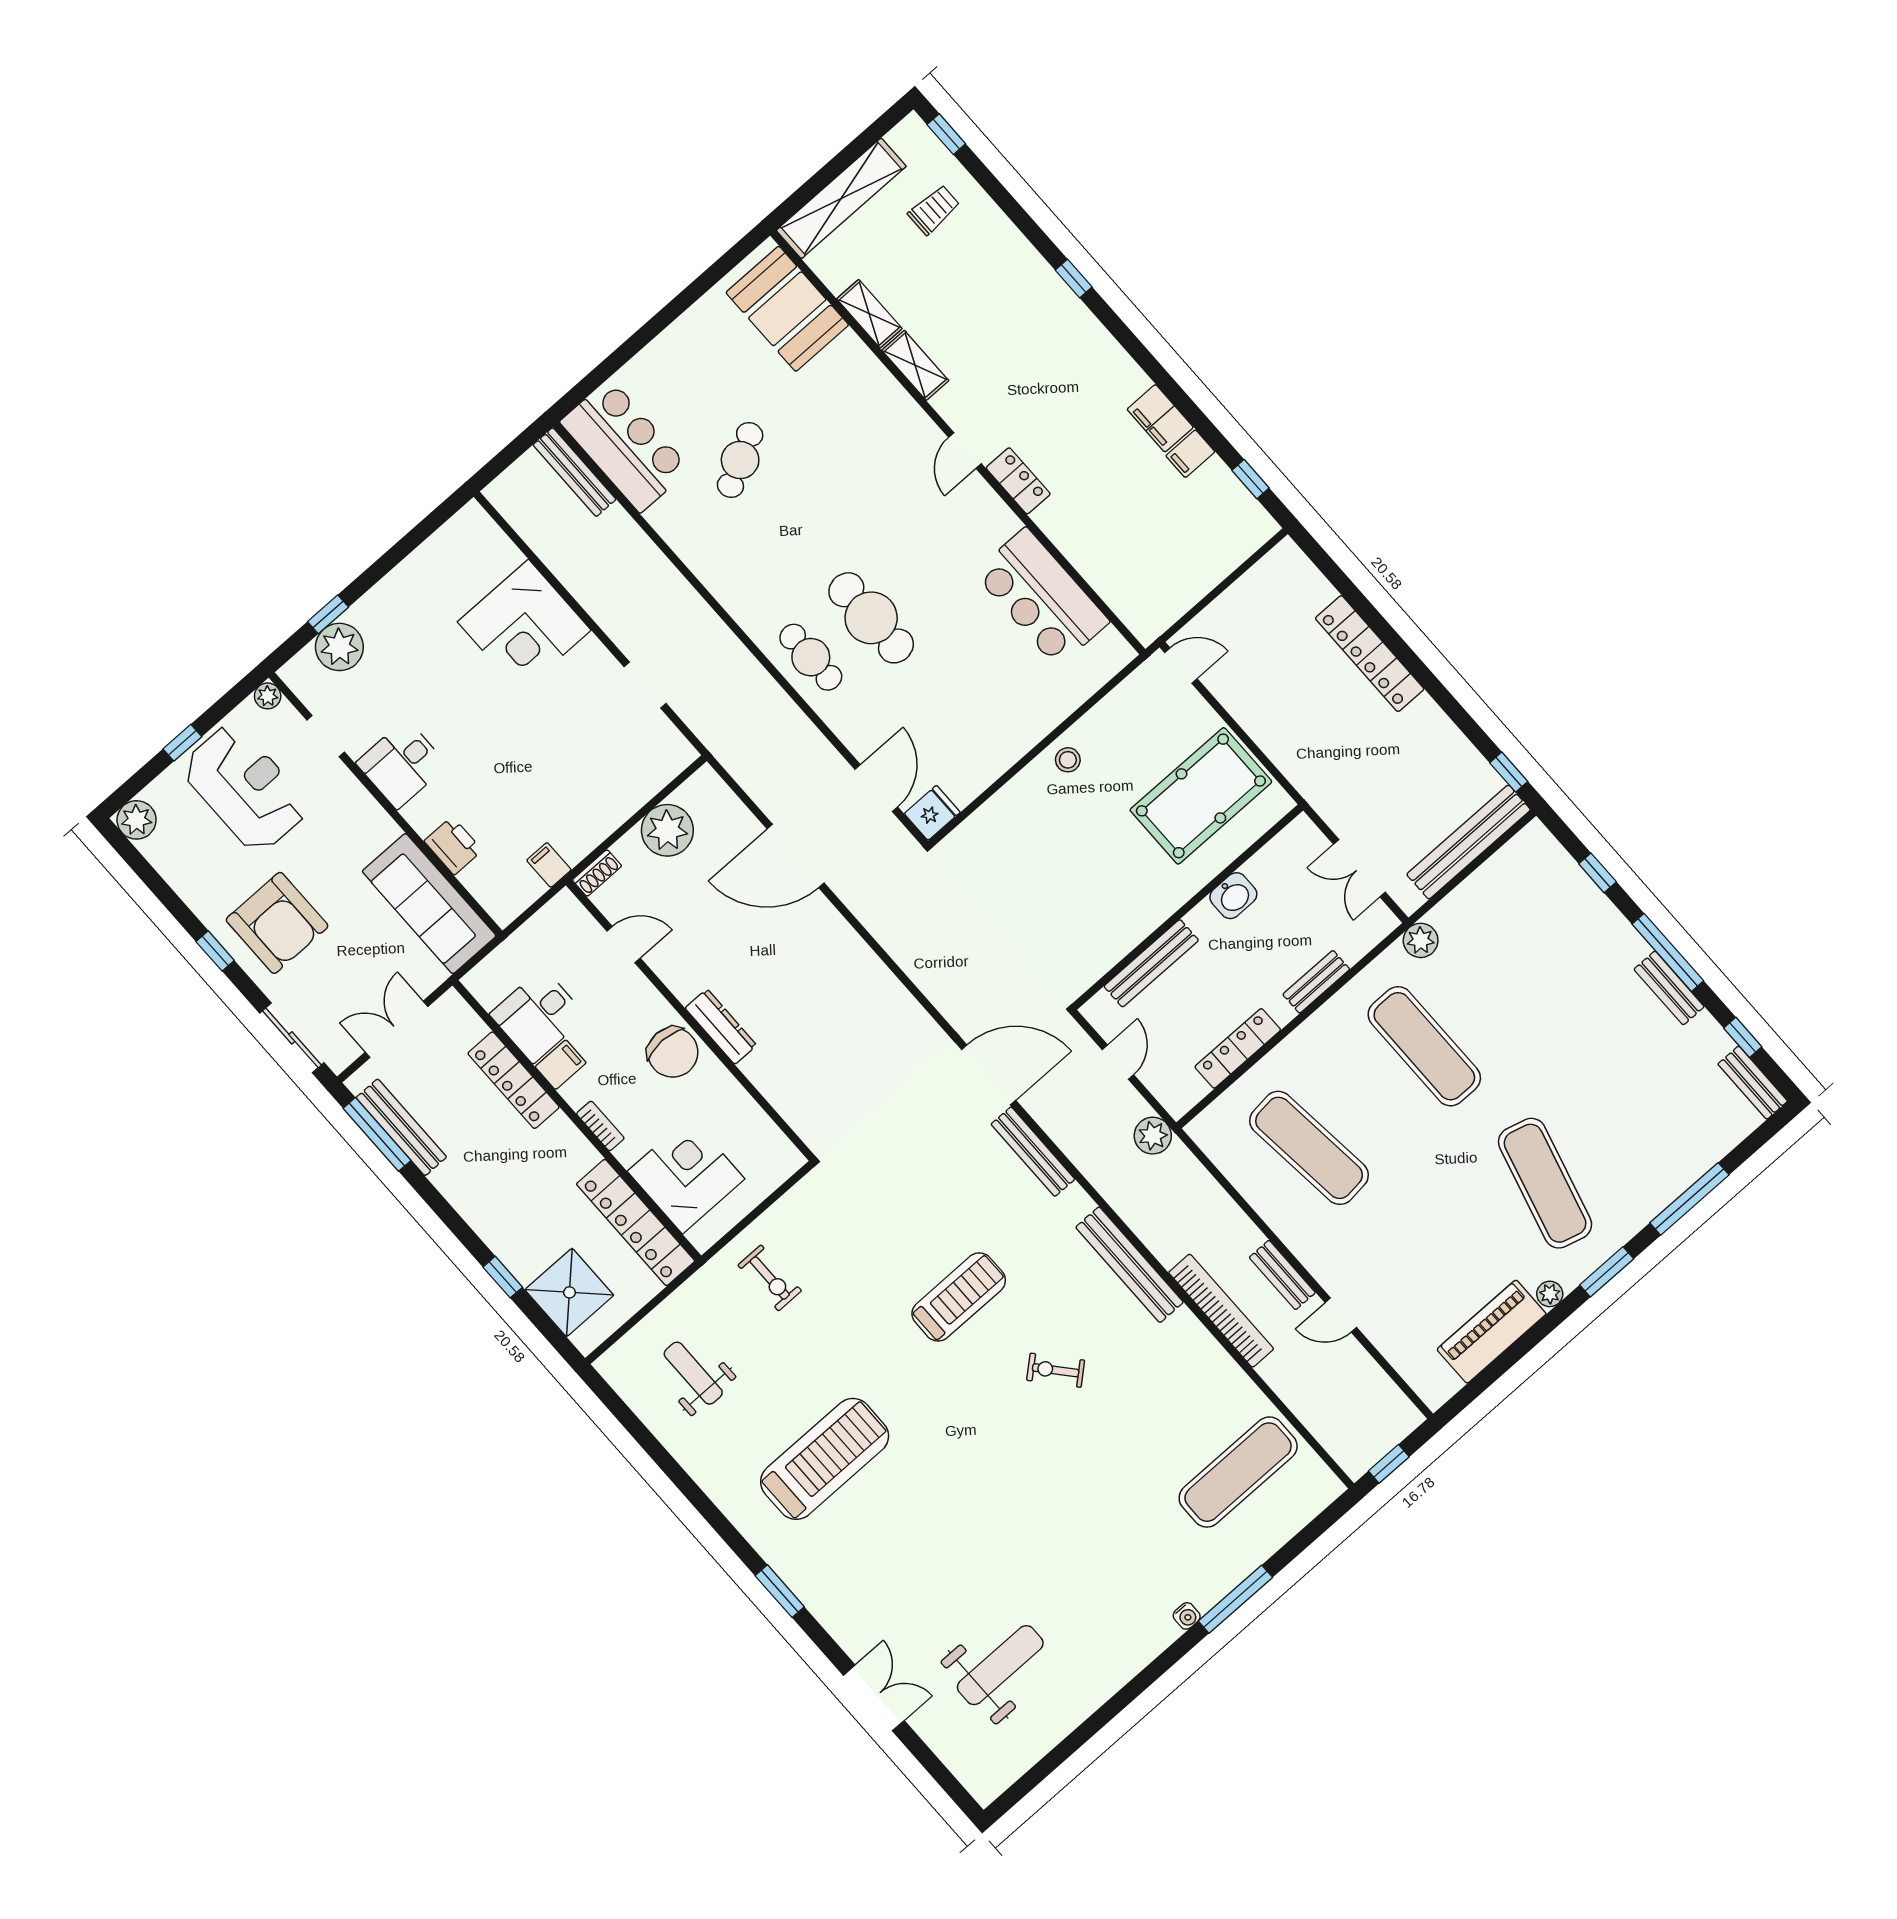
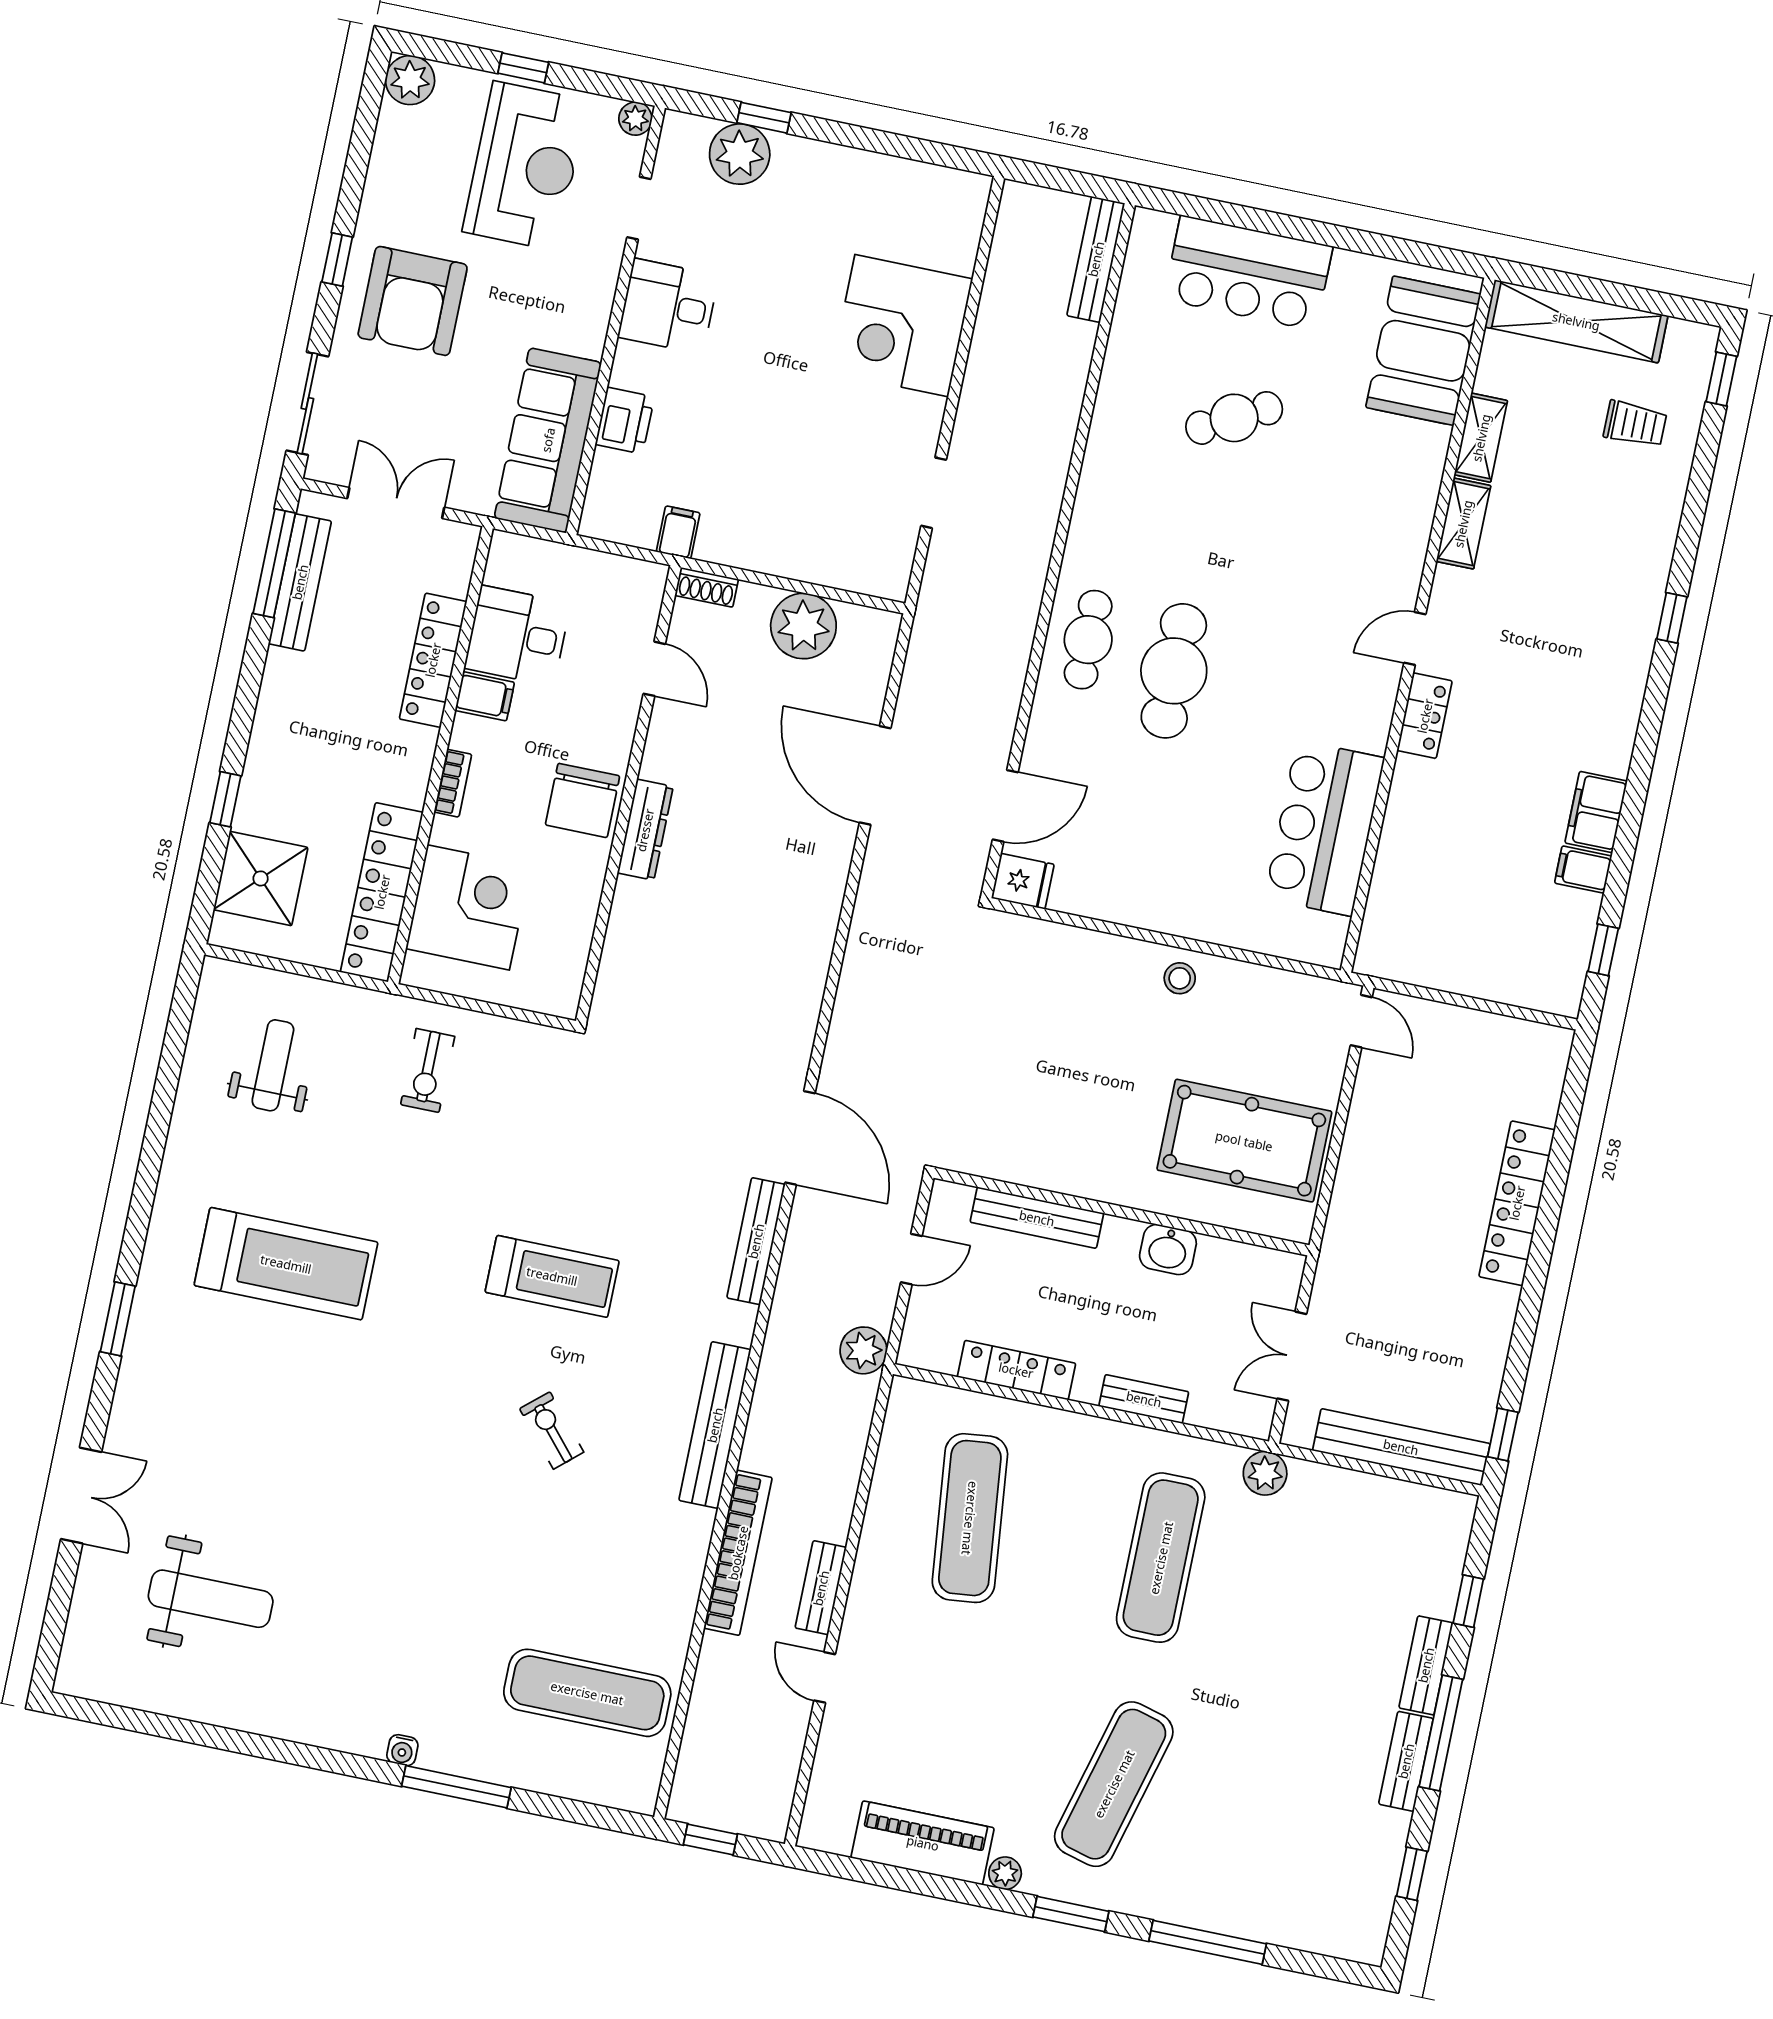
bar counter: (625, 445) -> (1248, 273), moved, turned 90
bench: (1753, 1083) -> (1426, 1665), moved

